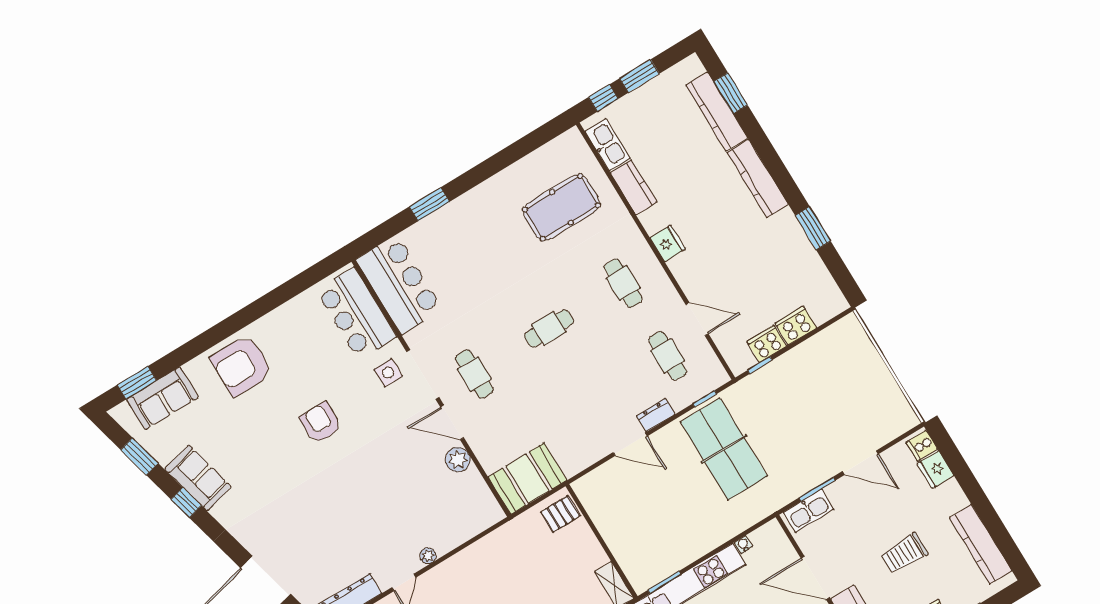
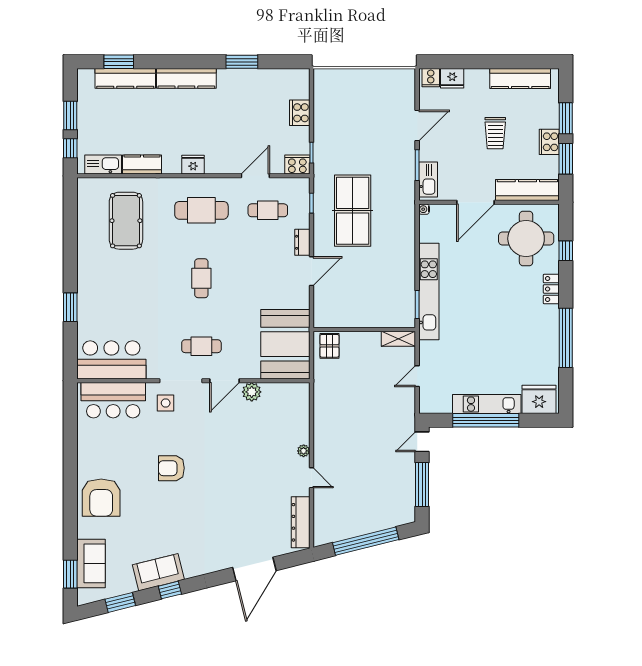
cafe table: (623, 283) -> (201, 210), width x1.37, depth x1.35
cooker: (767, 344) -> (297, 165), moved, turned 90
table tennis table: (724, 449) -> (353, 211), turned 90
booth: (527, 479) -> (285, 344), width x1.36, depth x1.42
water cooler: (743, 545) -> (424, 209), moved

